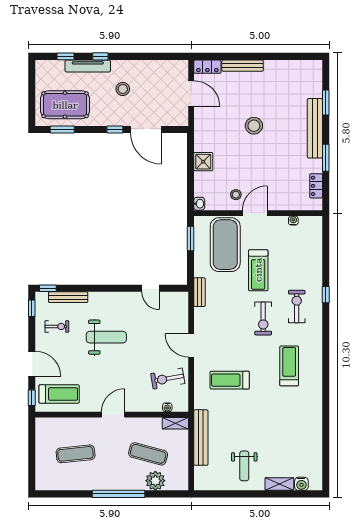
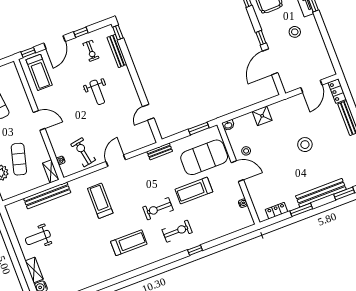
window: (32, 308) -> (81, 32), moved
weight bench: (106, 337) -> (97, 92), width x0.73, depth x0.75

